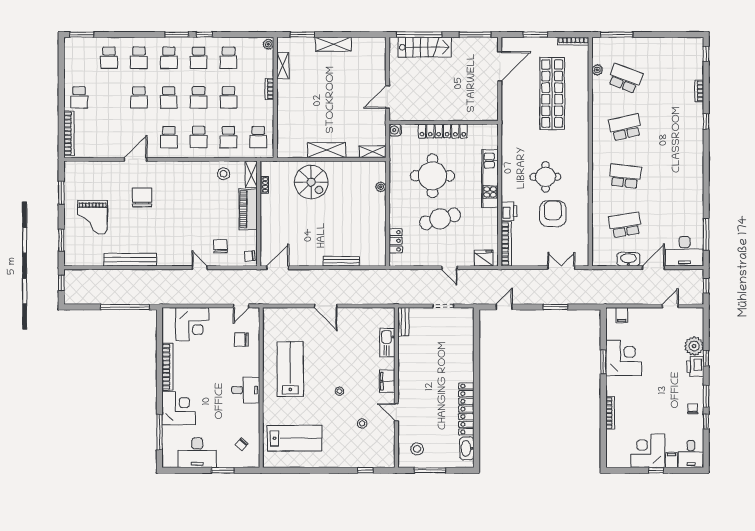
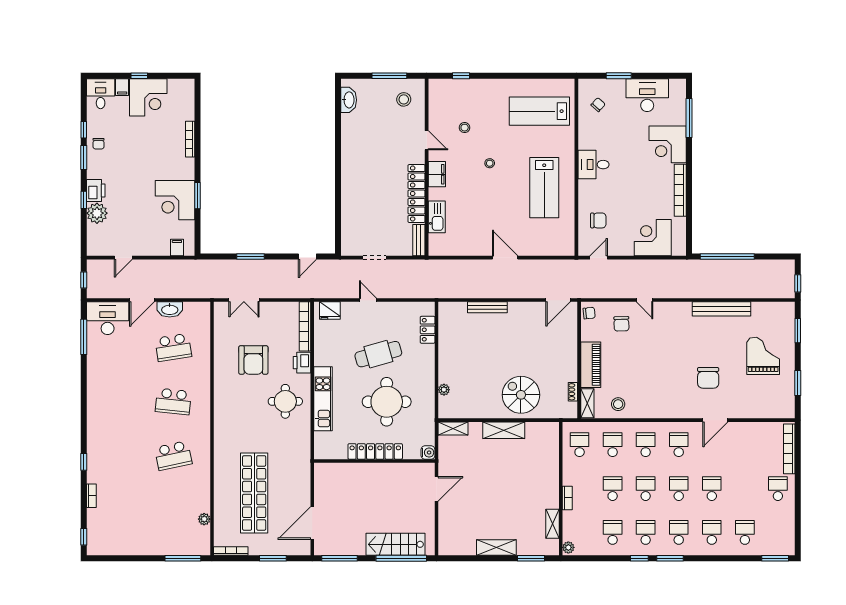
school desk: (625, 78) -> (173, 510), removed
round table: (545, 177) -> (285, 401), moved
locker: (466, 409) -> (417, 194), moved, turned 180

